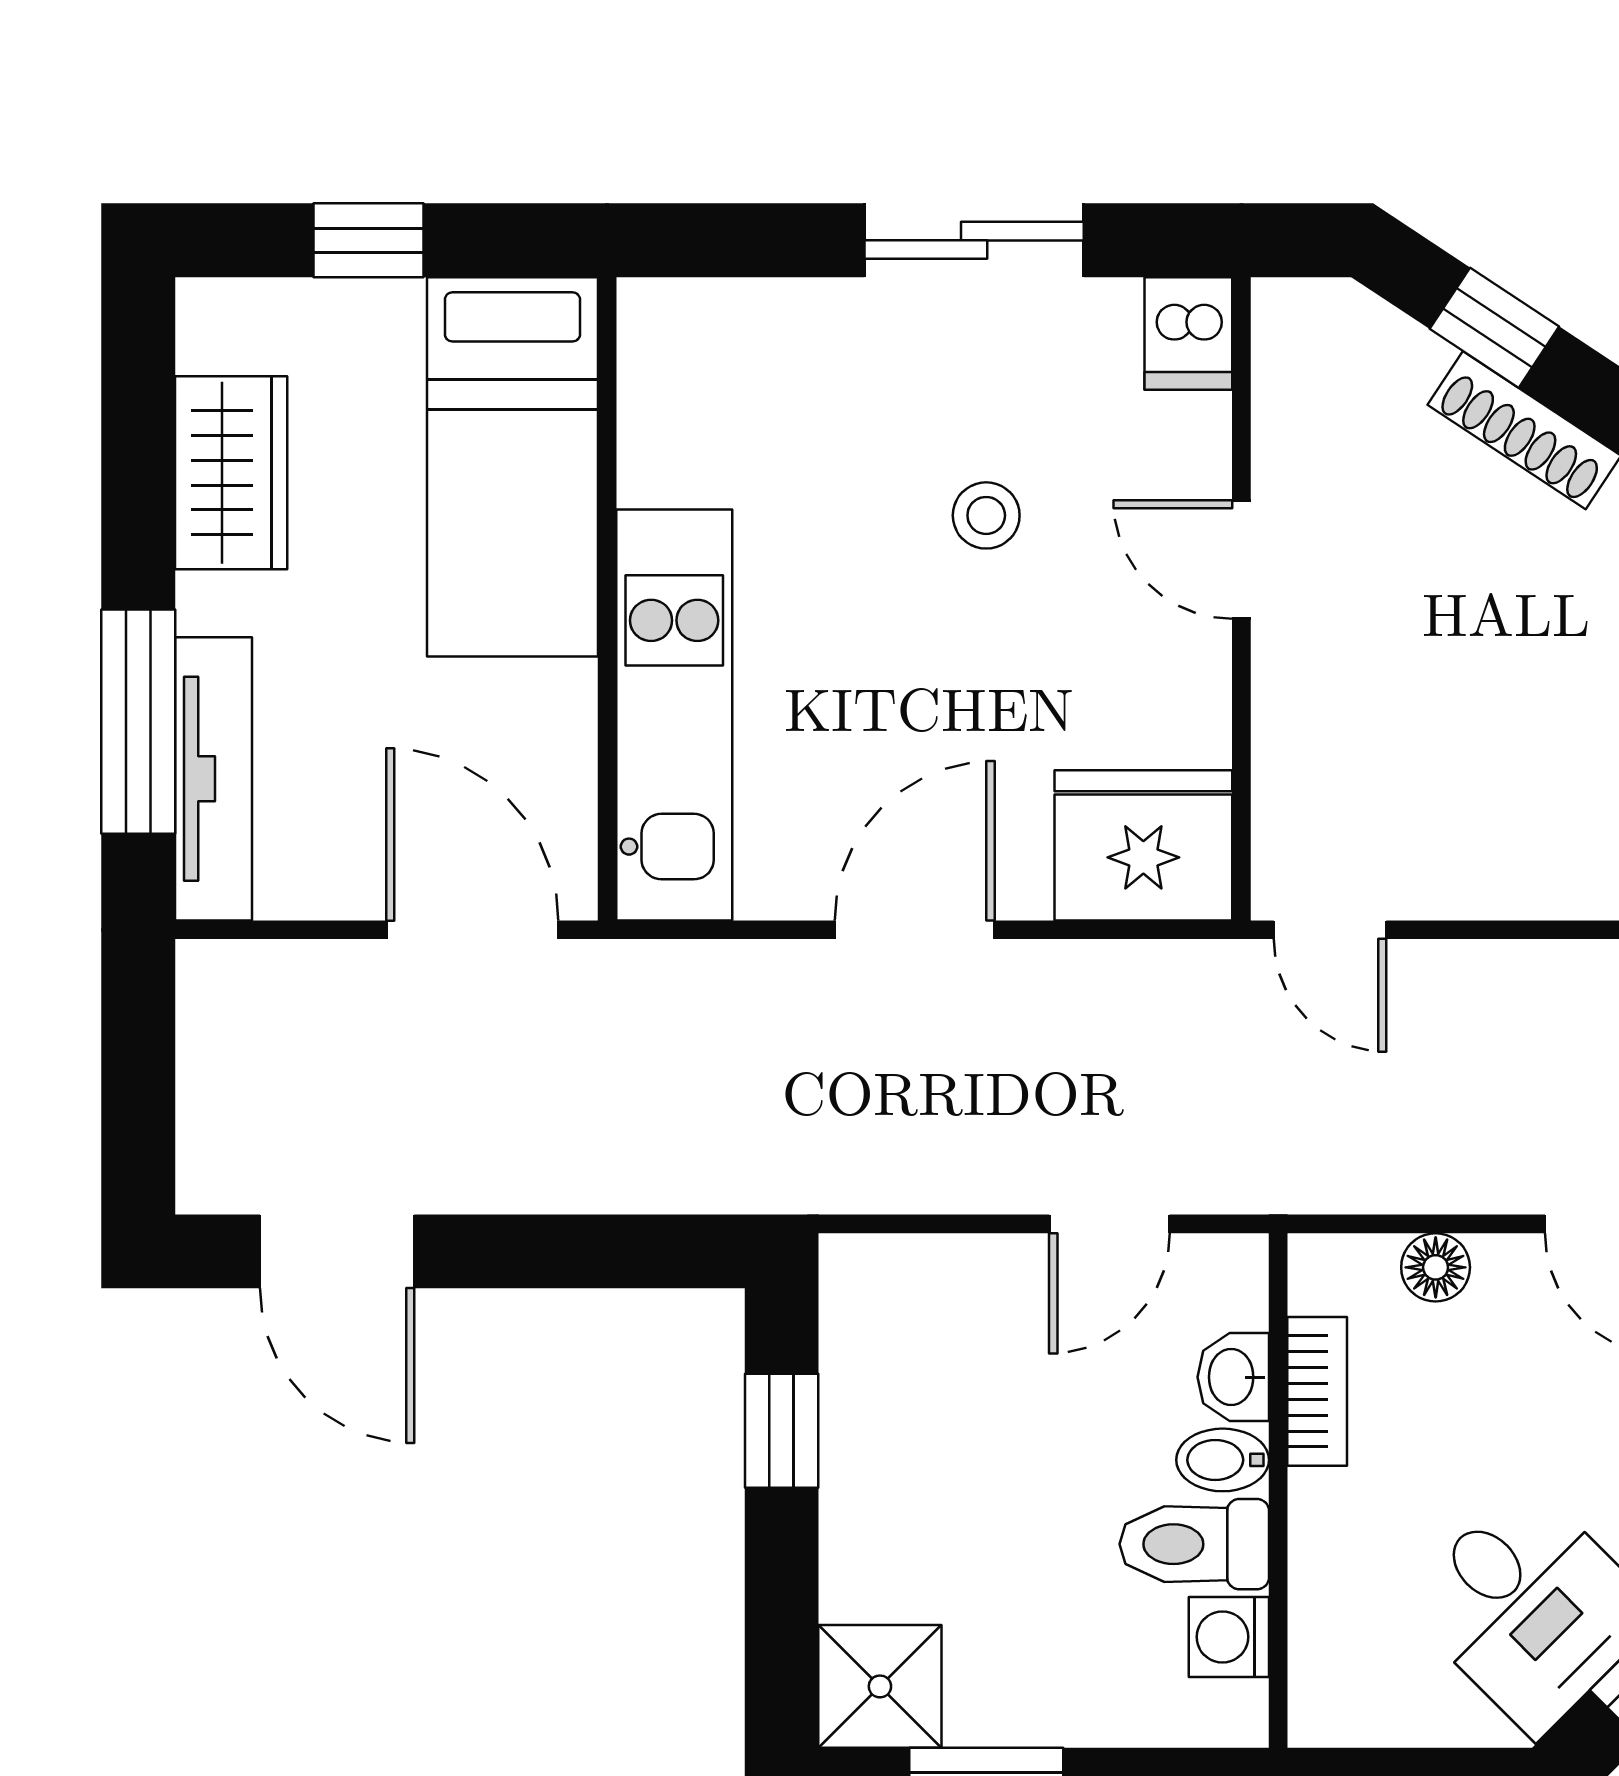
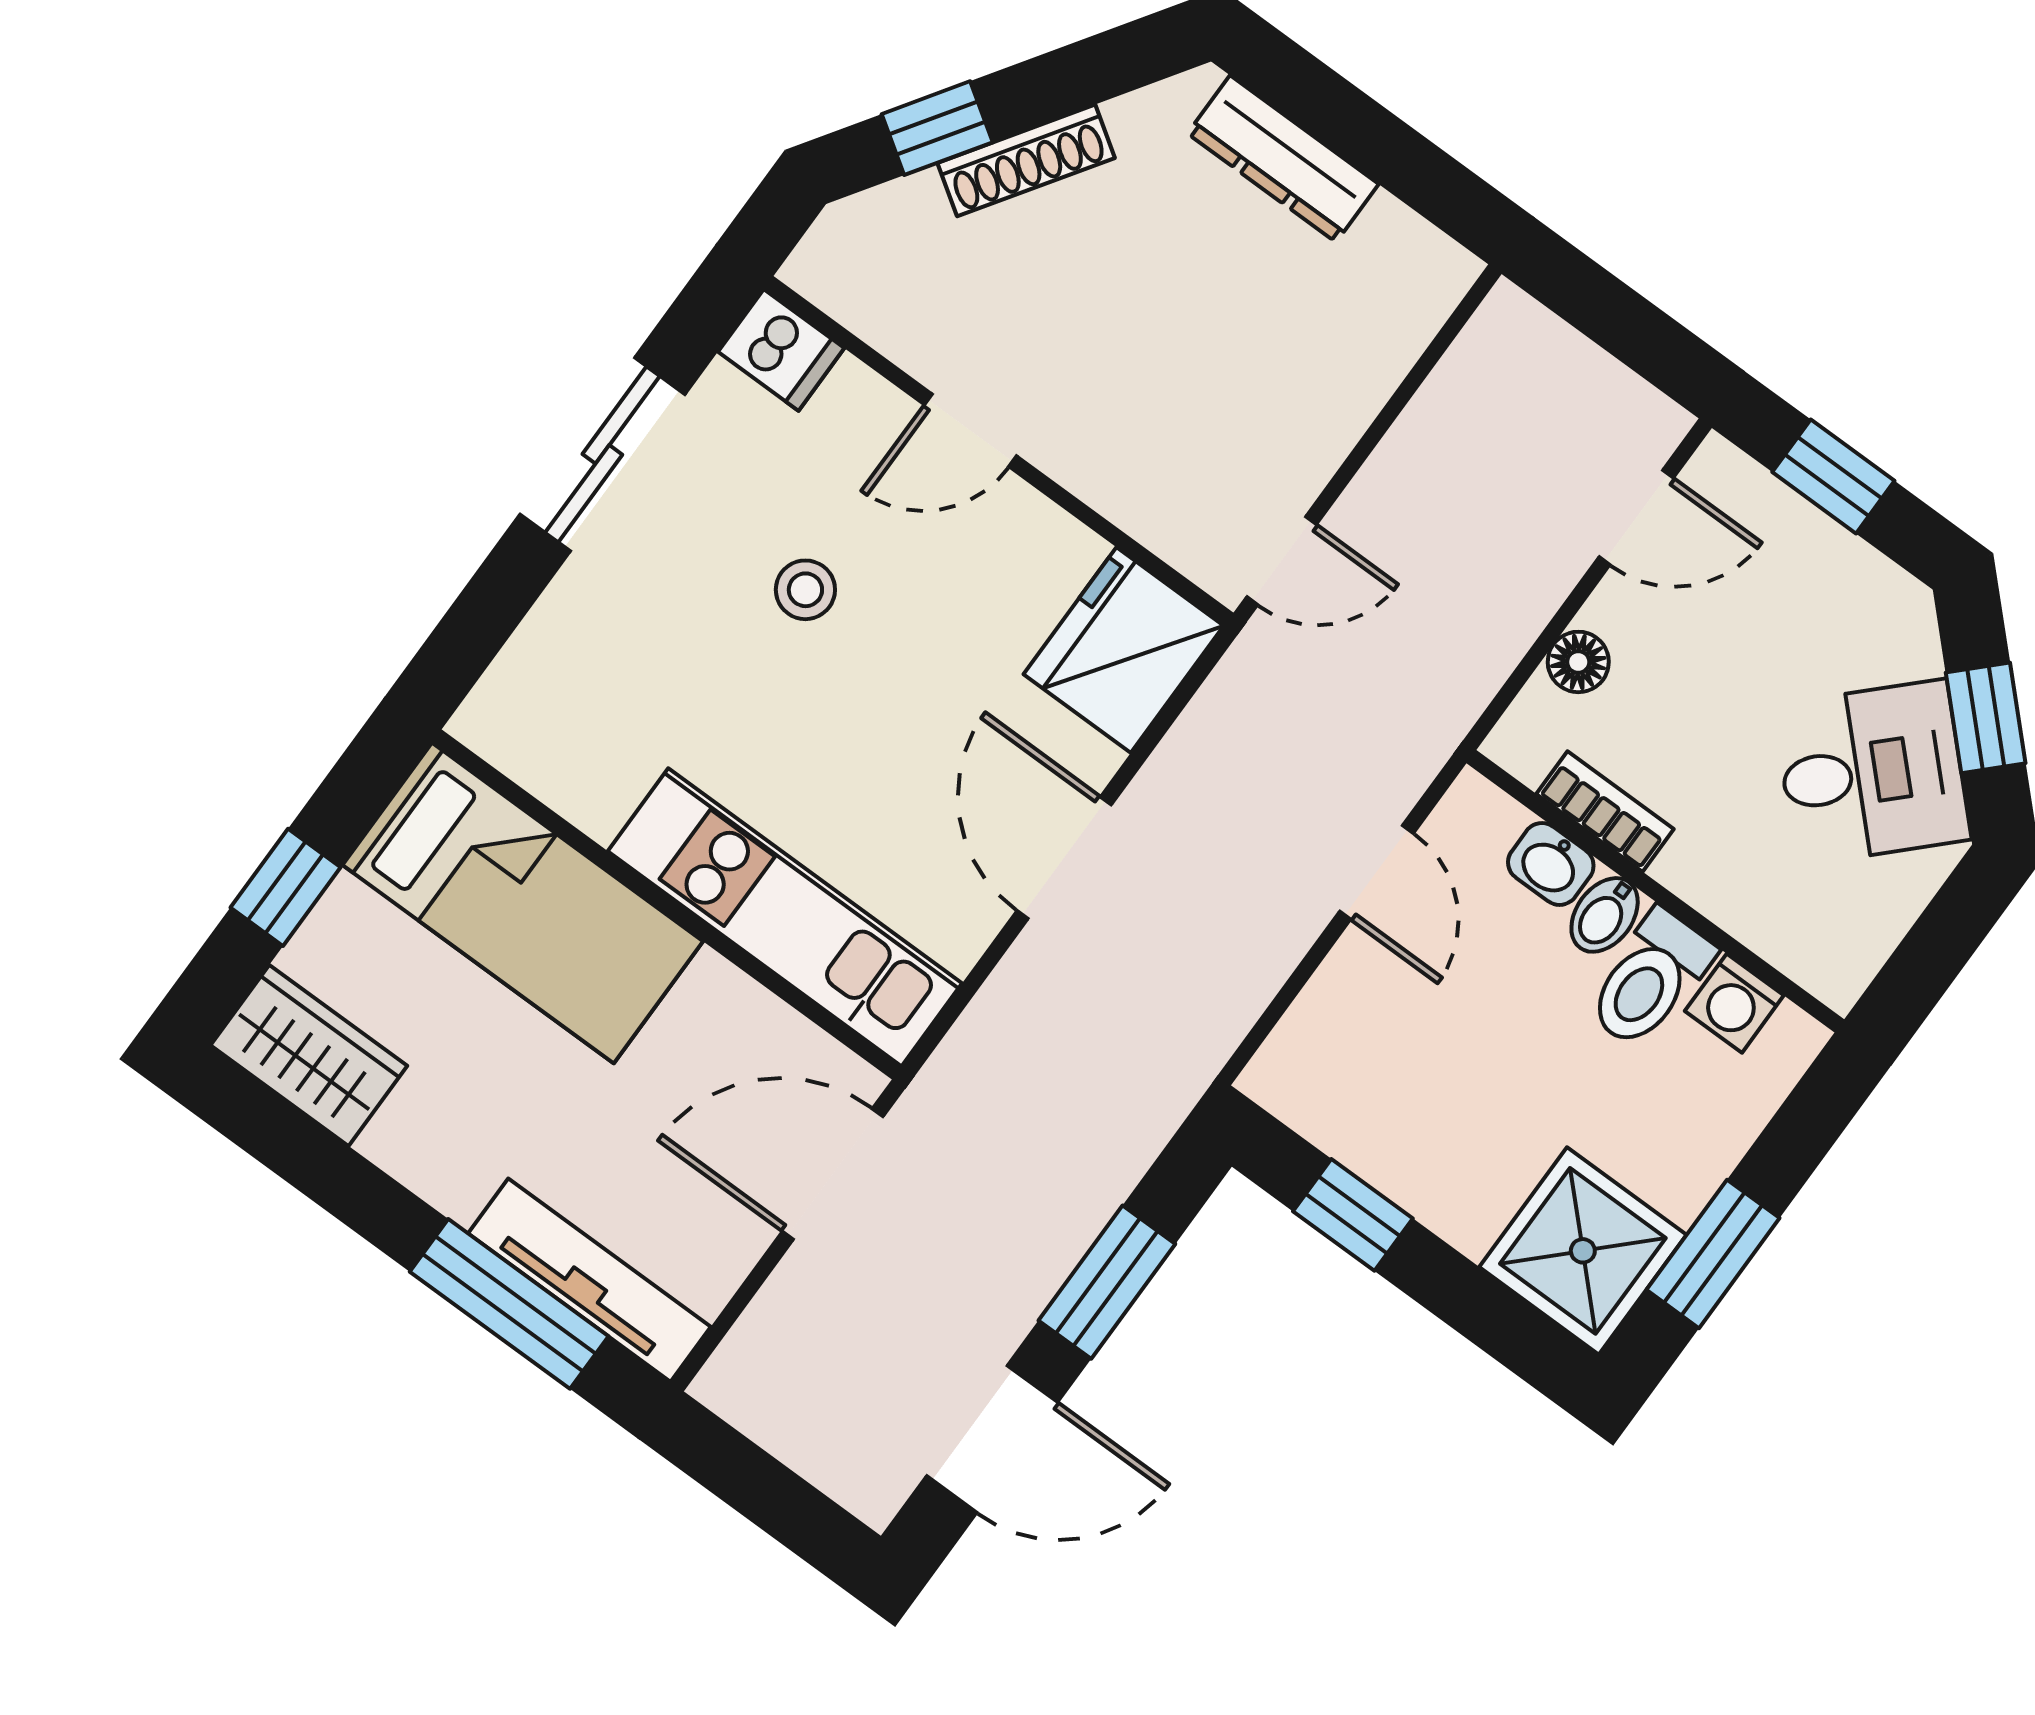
wardrobe: (231, 473) -> (309, 1056), moved
window: (557, 1251) -> (1107, 1282), added
shower: (880, 1686) -> (1583, 1251), width x1.36, depth x1.36

